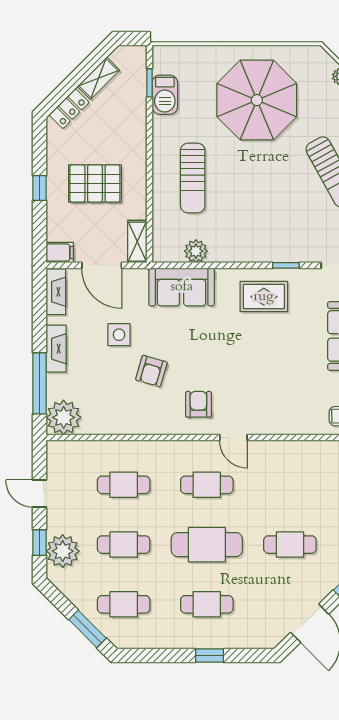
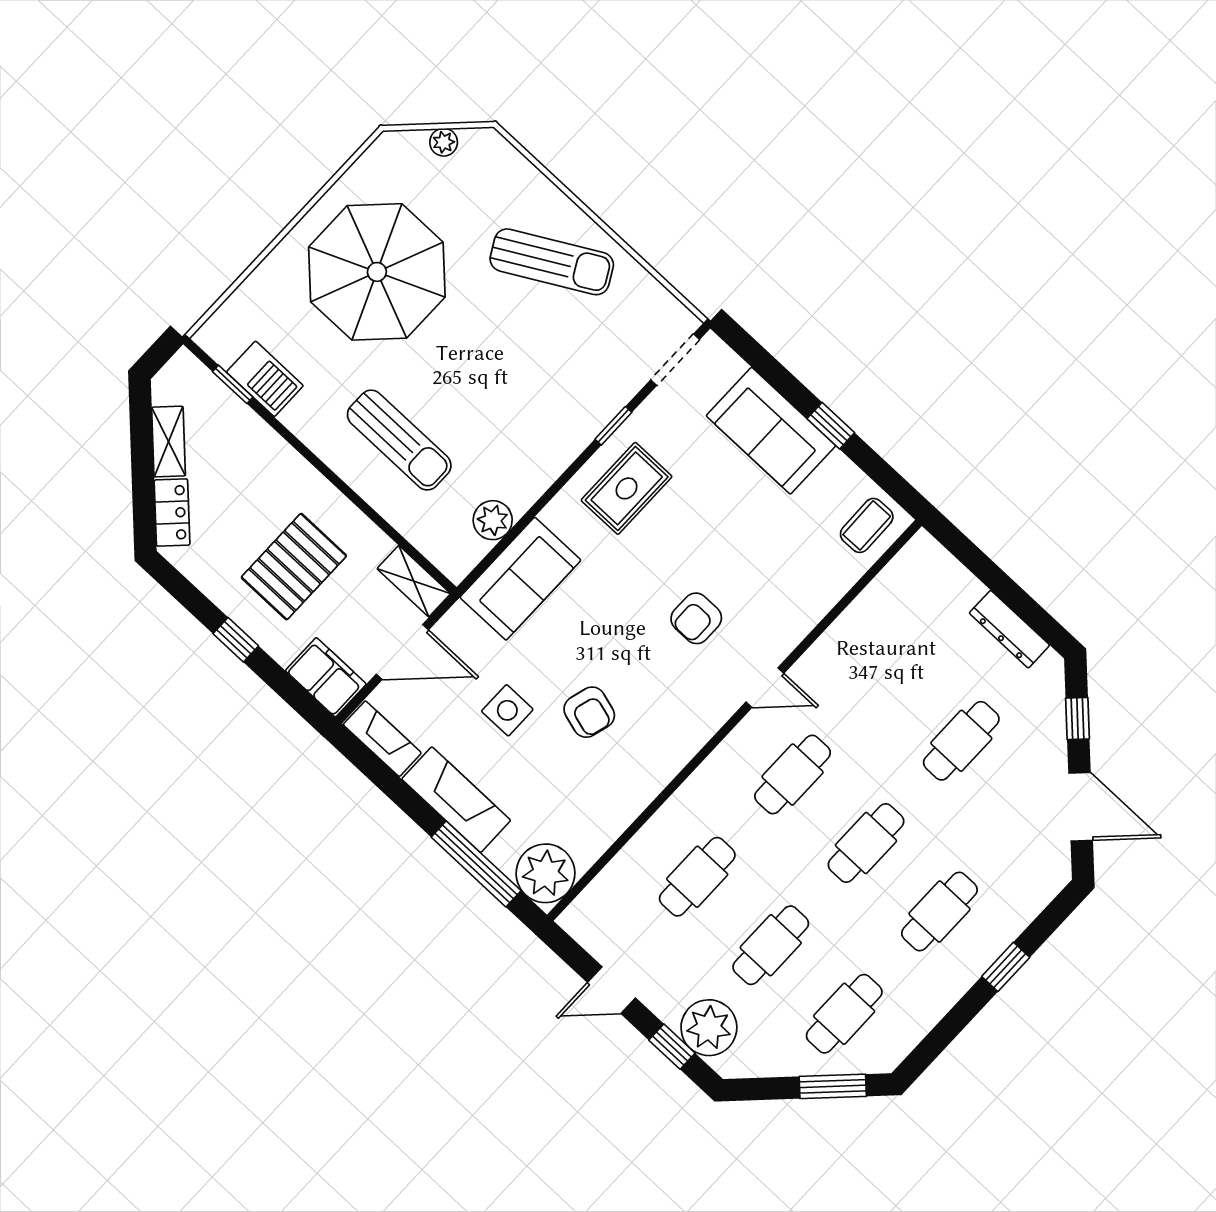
filing cabinet: (60, 253) -> (326, 677), width x2.00
fireplace: (56, 349) -> (456, 800), width x1.37, depth x1.32
armchair: (198, 404) -> (696, 618), moved, turned -90
cafe table: (207, 545) -> (866, 843), width x0.73, depth x0.74

